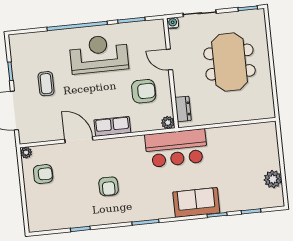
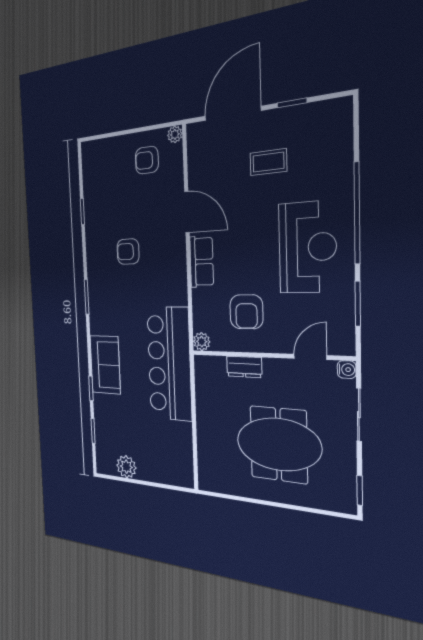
door: (169, 60) -> (310, 357), moved
dresser: (183, 109) -> (244, 367), moved
door: (79, 140) -> (187, 212), hinge flipped
bar counter: (176, 148) -> (169, 364), width x1.36
armchair: (43, 174) -> (147, 160), turned 90

